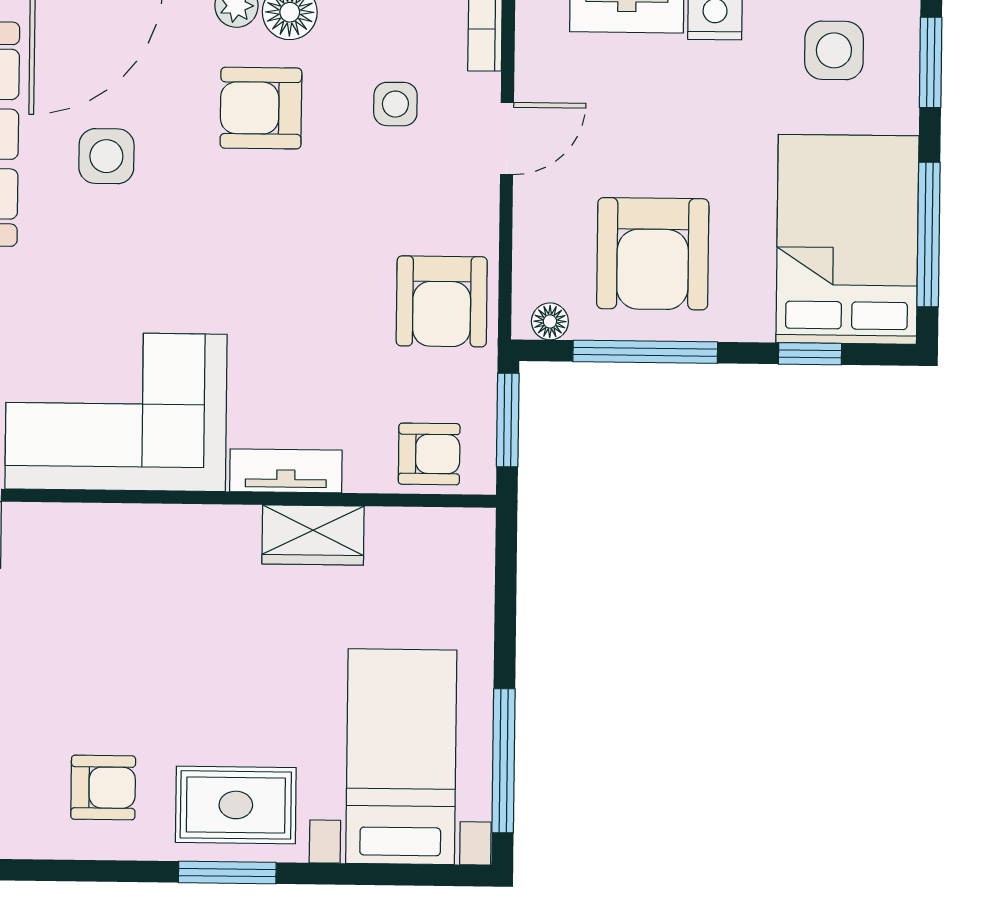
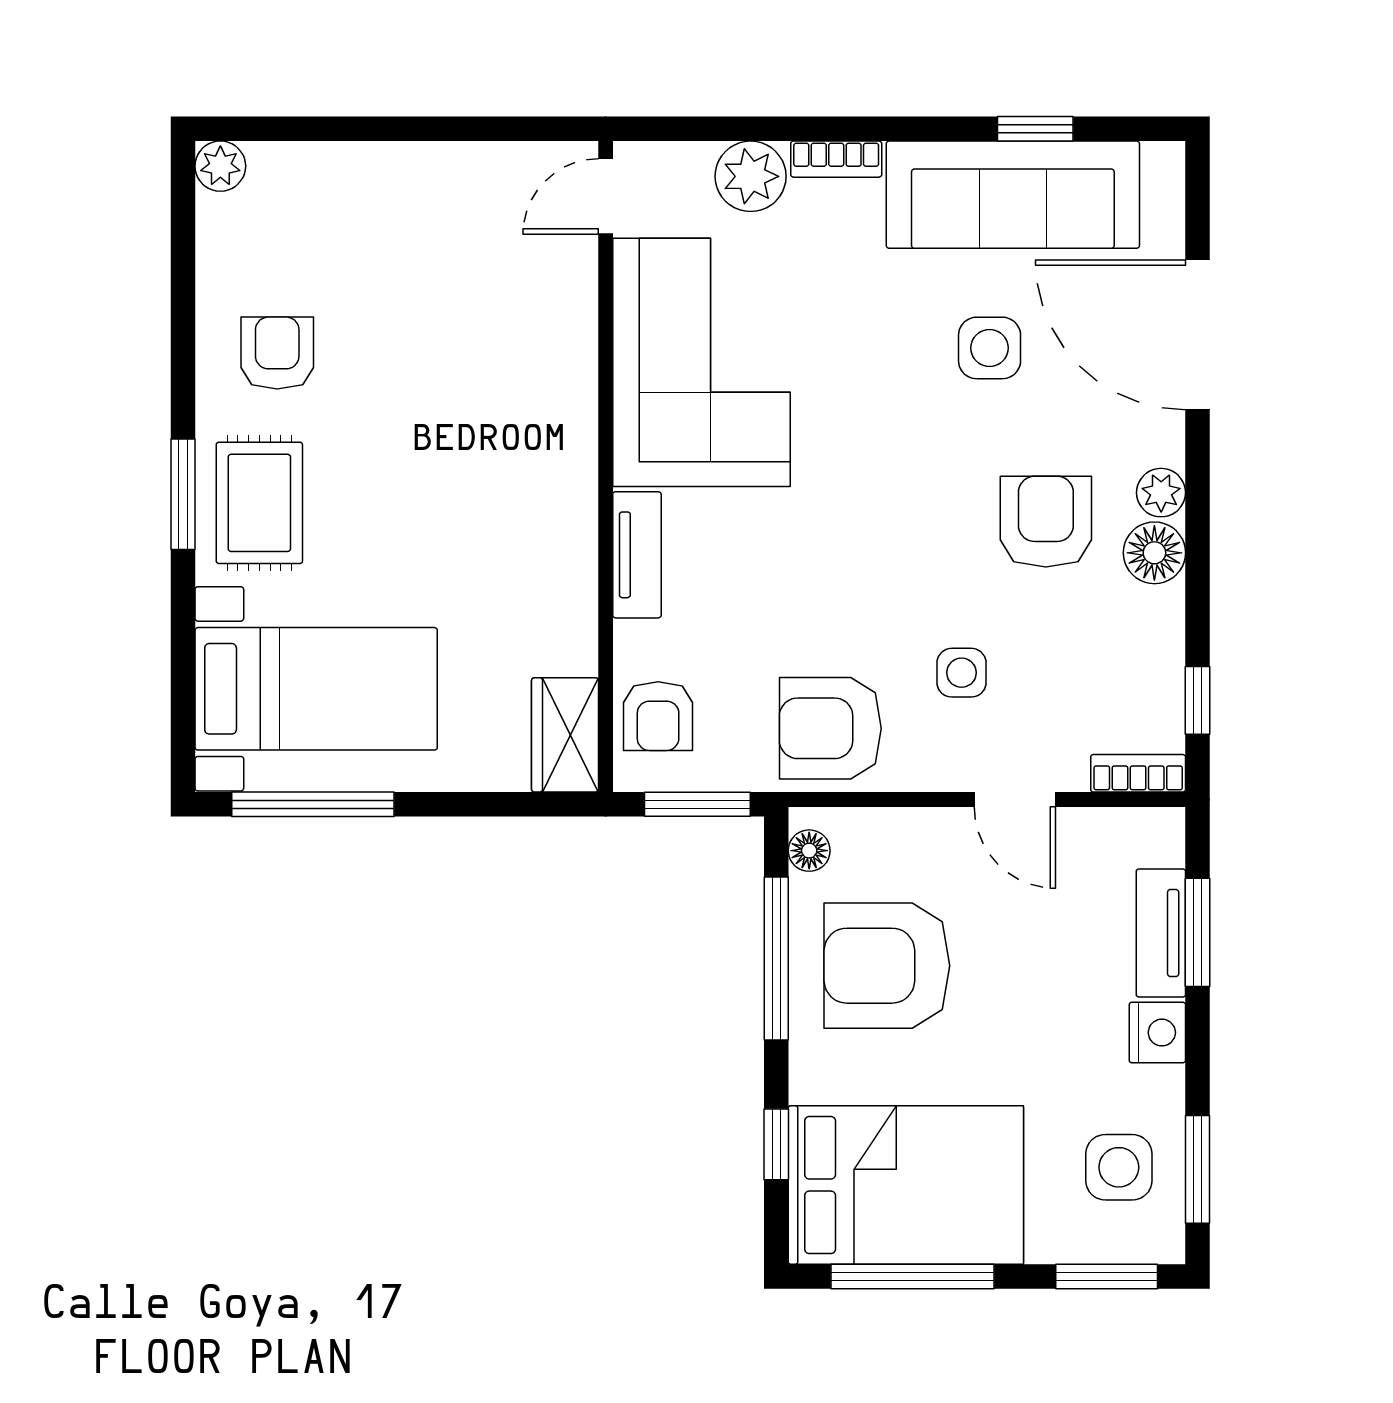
side table: (395, 104) -> (961, 673), moved
wardrobe: (313, 535) -> (565, 735), moved
armchair: (103, 788) -> (277, 353), turned 180

